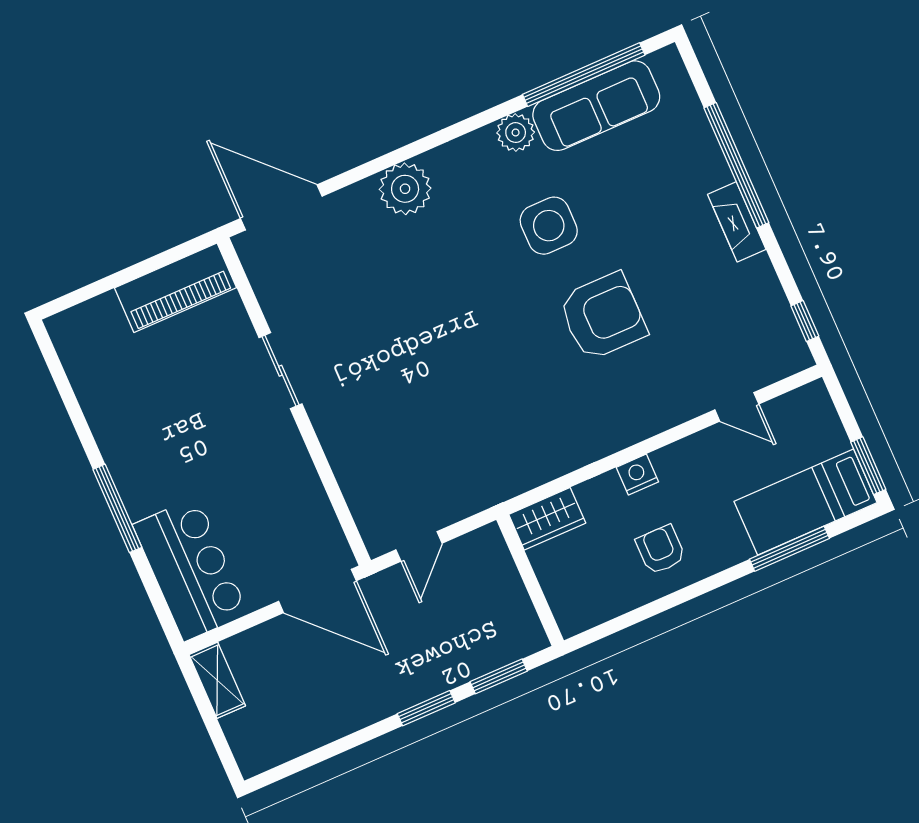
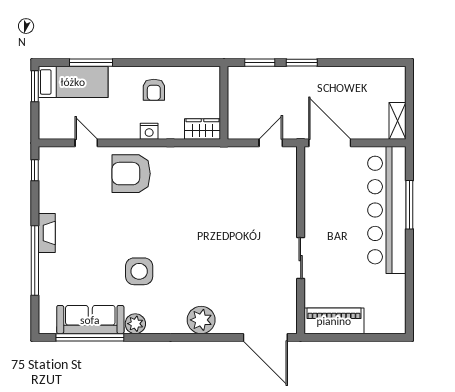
armchair: (603, 316) -> (131, 174), moved
window: (117, 508) -> (409, 205), moved
bar counter: (190, 569) -> (387, 210), width x1.86

